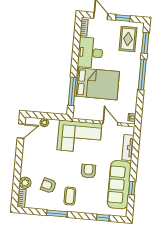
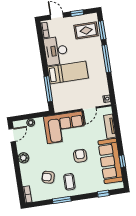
rug: (128, 39) -> (86, 30), turned 90
bed: (97, 84) -> (68, 72), width x0.67
door: (110, 123) -> (89, 109), swing flipped
plant: (25, 183) -> (23, 158), moved

